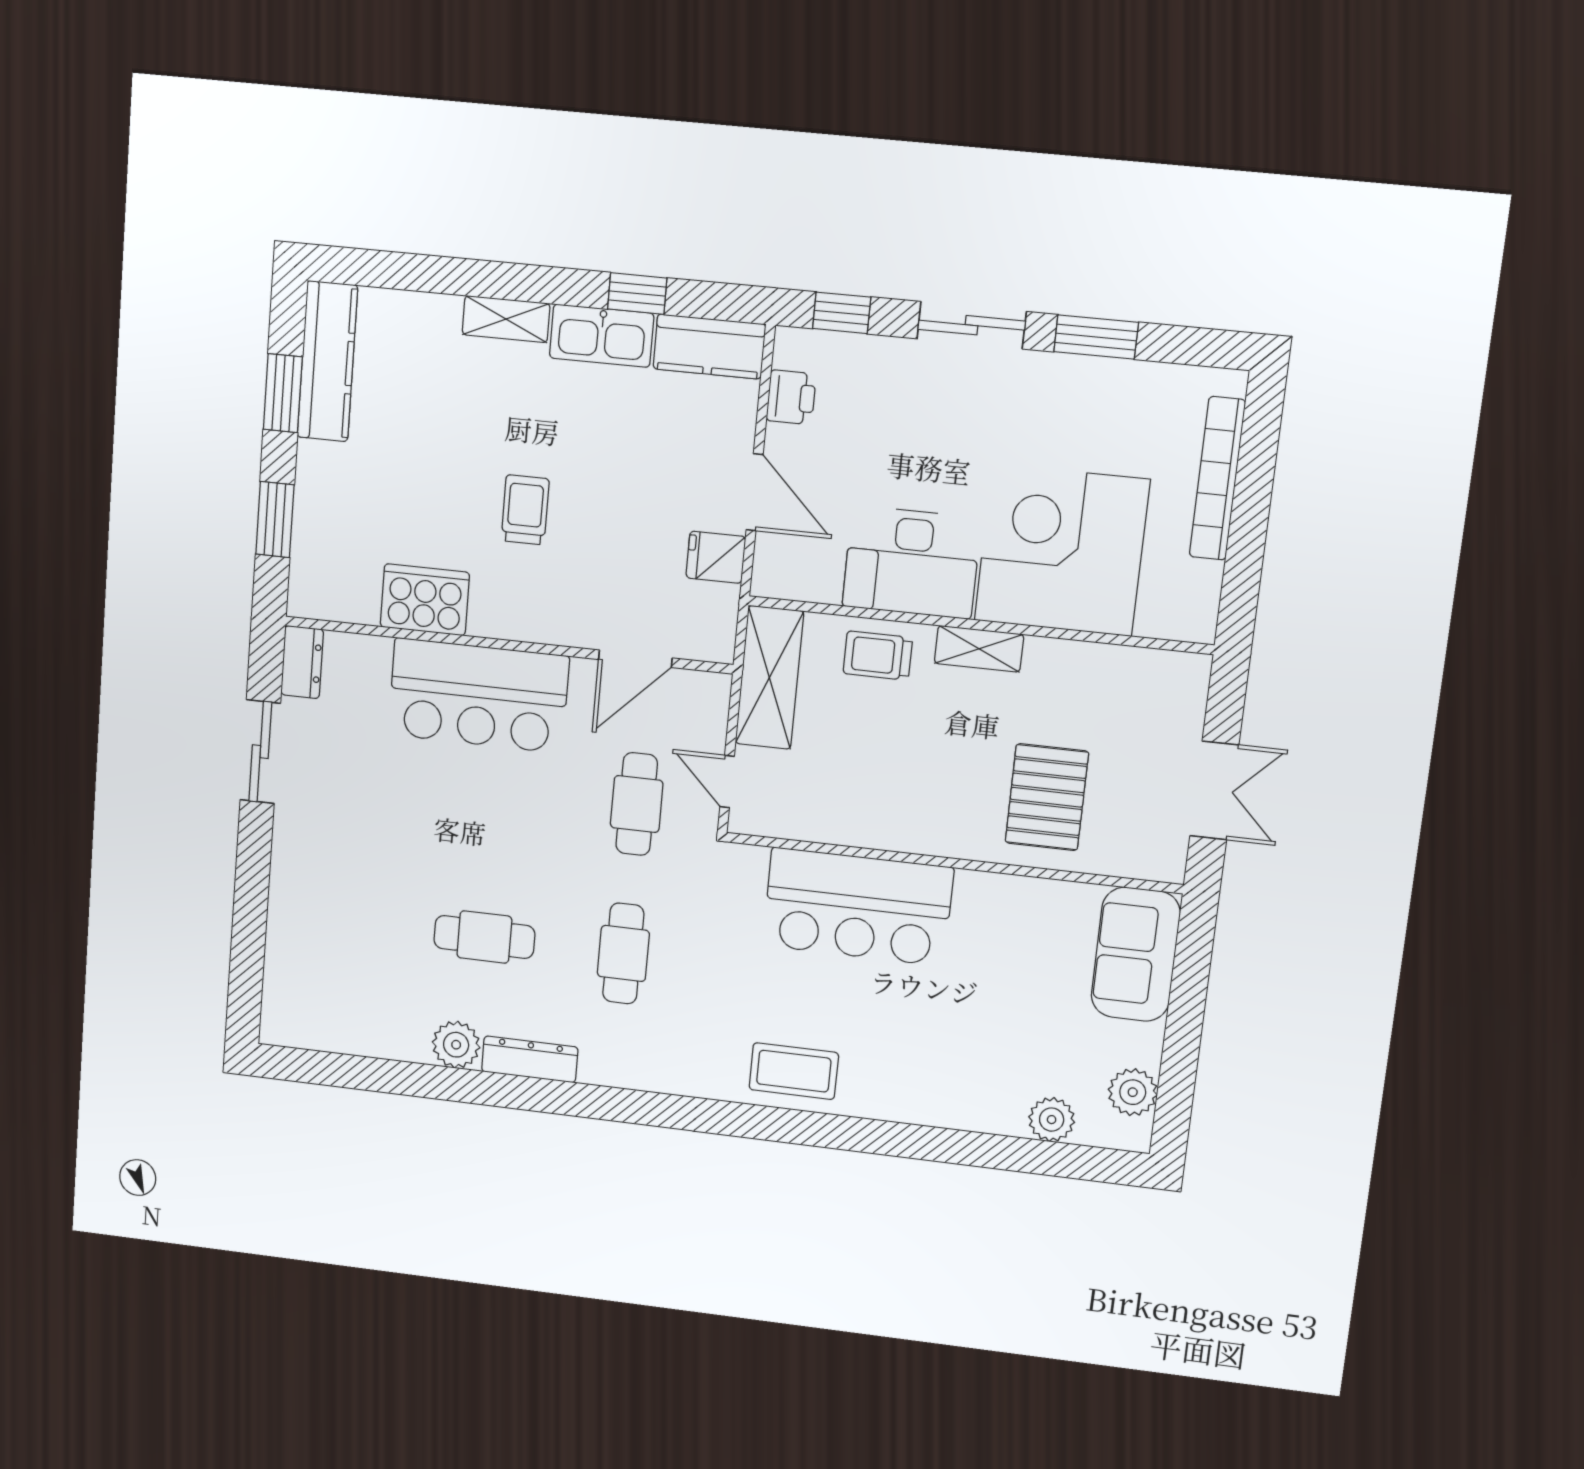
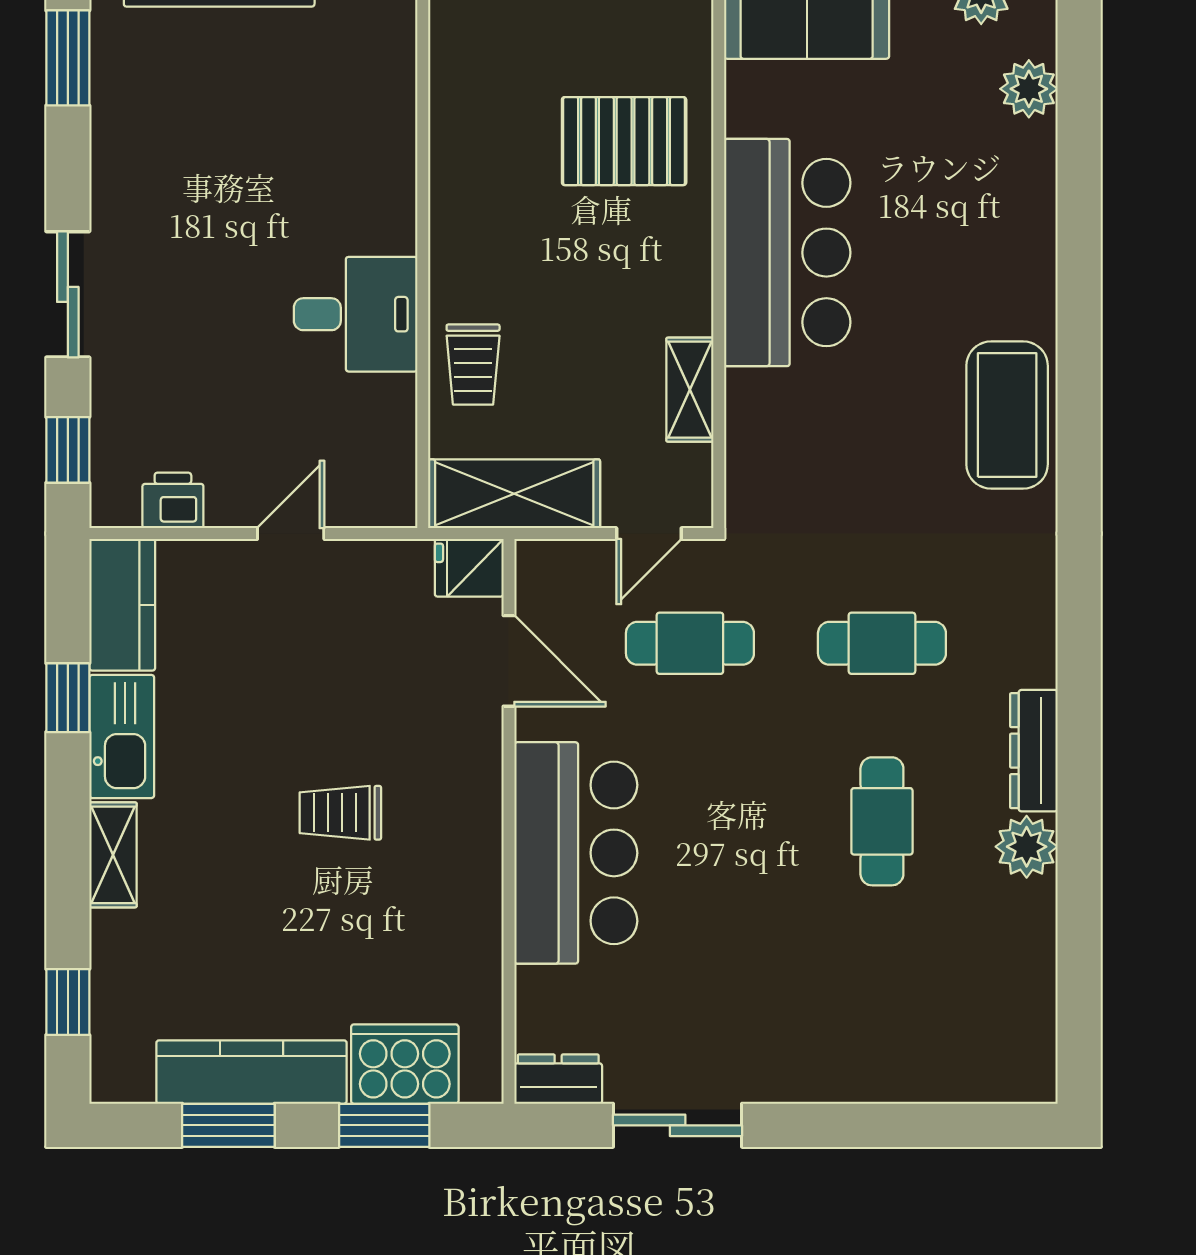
window: (390, 270) -> (68, 1002), added
window: (1096, 337) -> (68, 58), moved
kitchen counter: (327, 361) -> (252, 1072), moved
door: (755, 492) -> (291, 534), width x0.73
corner desk: (1062, 550) -> (323, 158), removed
fridge: (716, 557) -> (469, 568), moved, turned 90
desk: (912, 562) -> (356, 314), width x0.73
cooker: (425, 600) -> (405, 1064), moved, turned 90
shelving: (979, 649) -> (690, 390), moved
bar counter: (858, 907) -> (787, 253), moved
coffee table: (794, 1071) -> (1007, 415), width x1.36, depth x1.32

